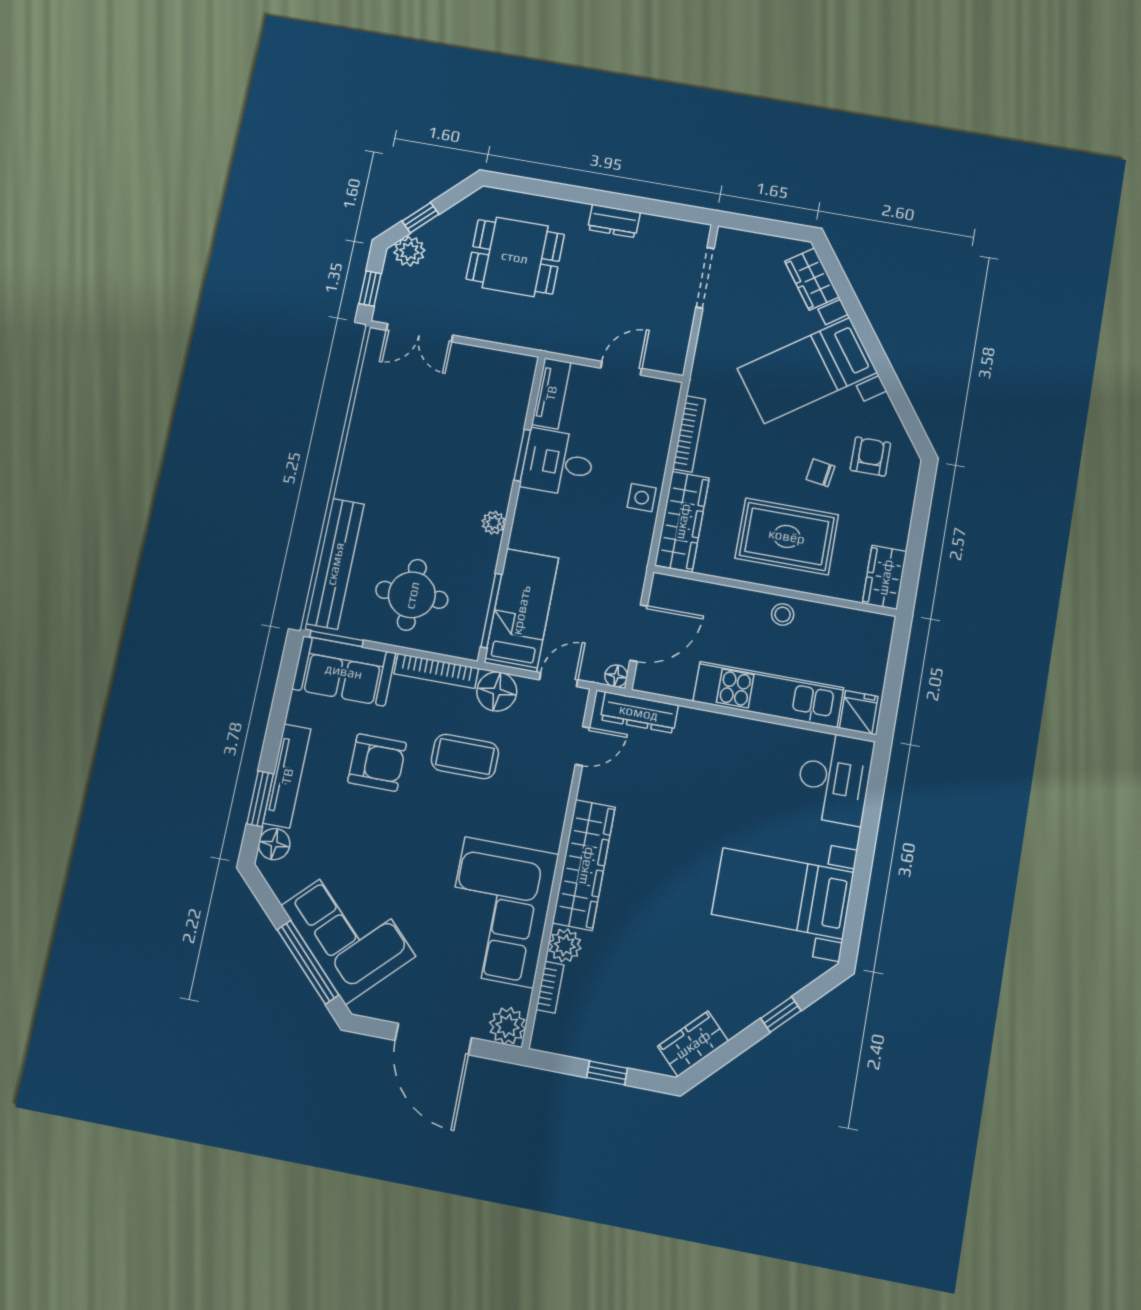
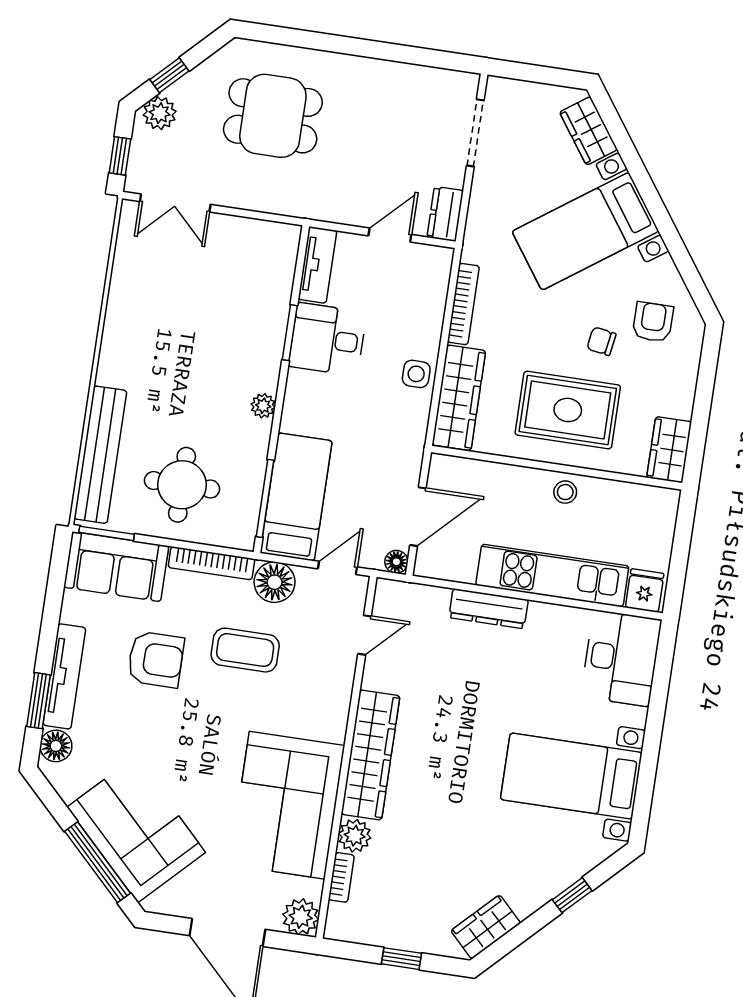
dresser: (614, 221) -> (445, 214), moved, turned 90
dresser: (639, 712) -> (489, 609), moved

